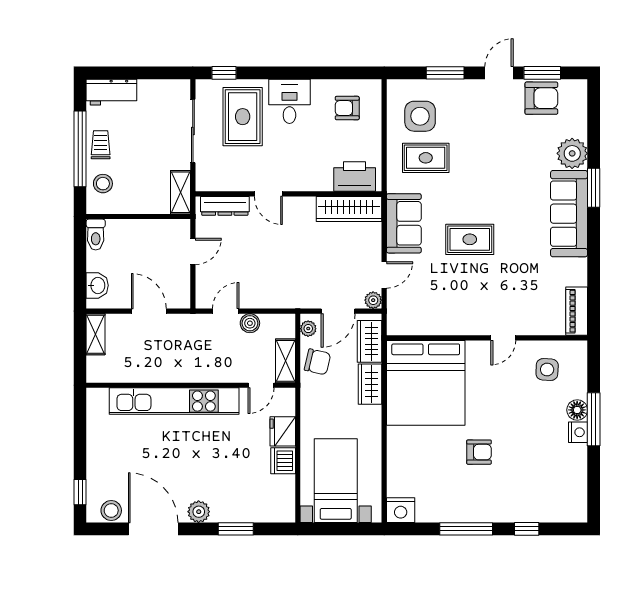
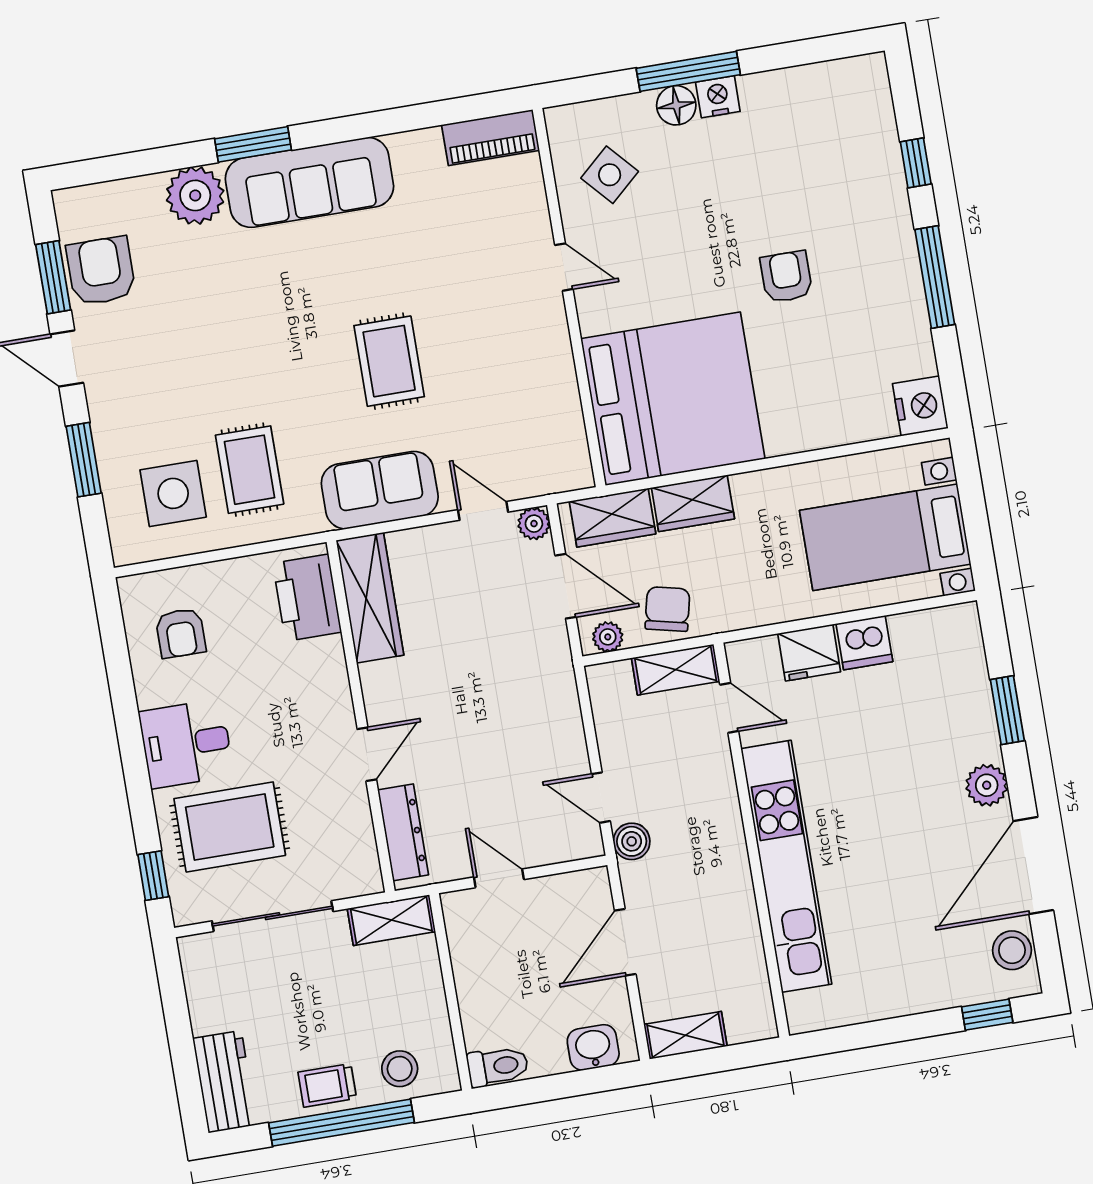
boiler: (250, 323) -> (632, 841), moved
side table: (547, 370) -> (610, 175), turned 45

